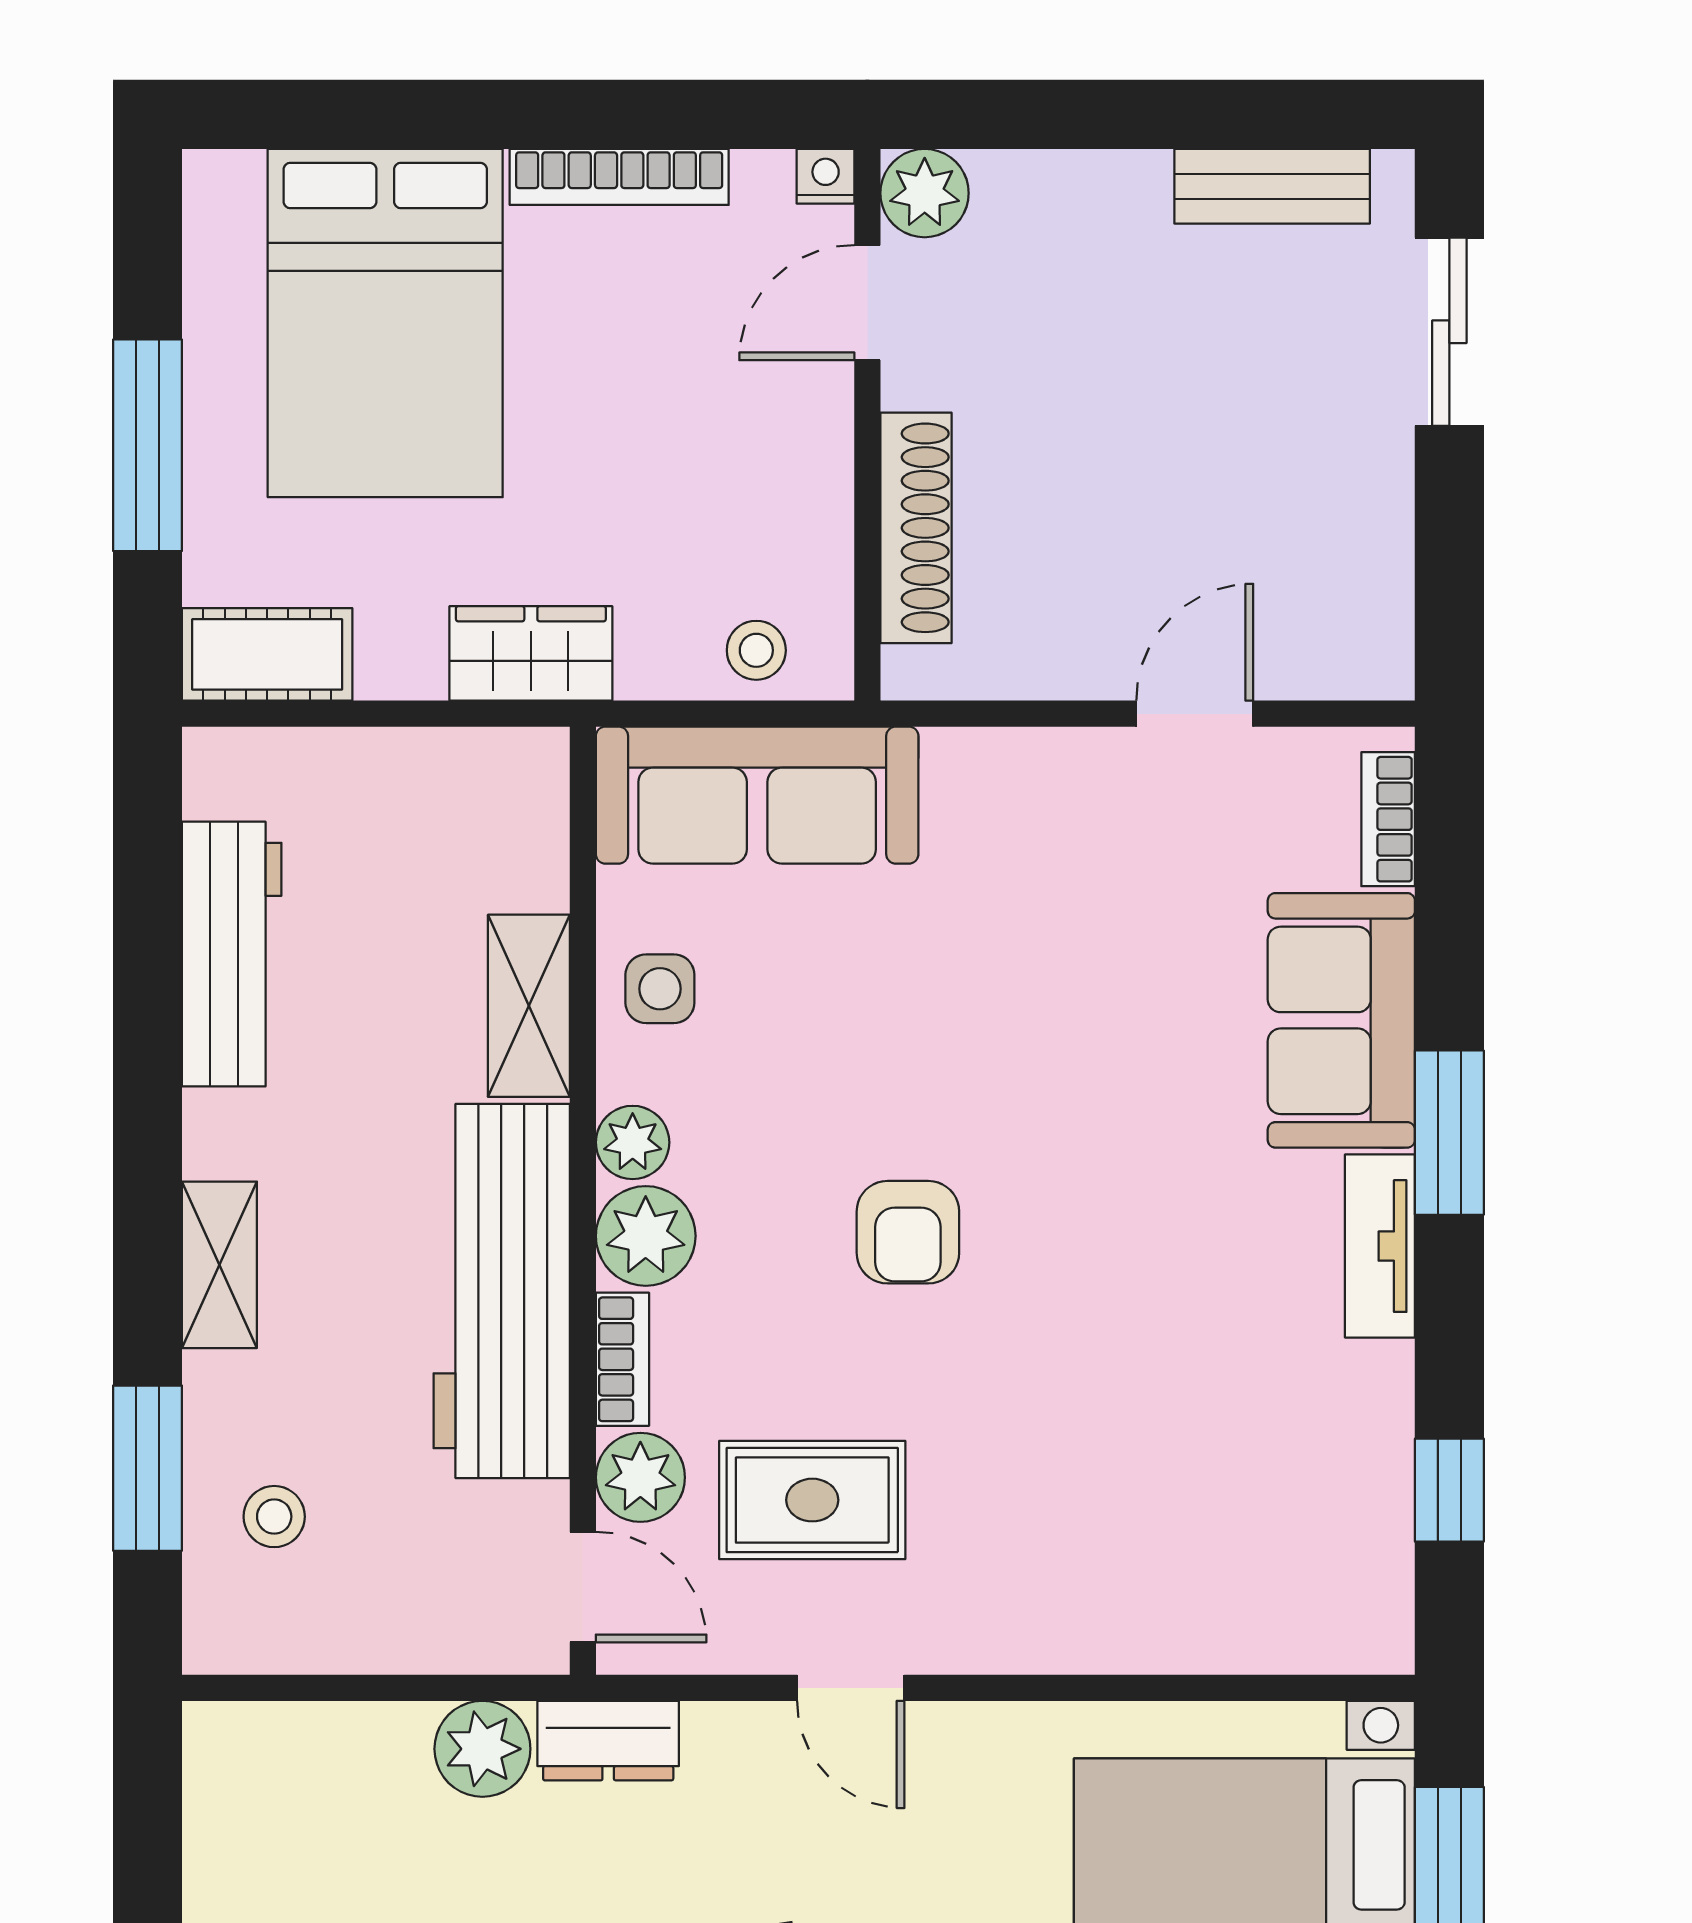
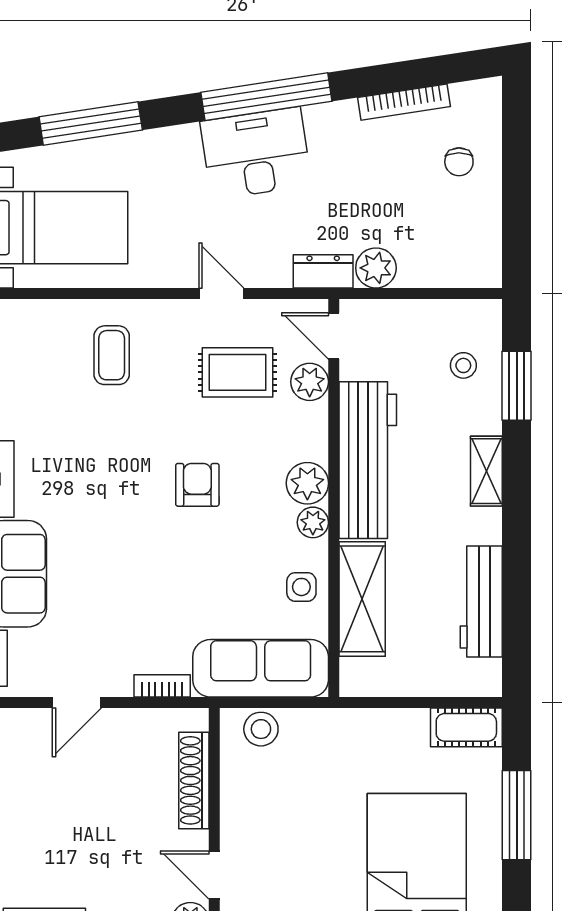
door: (867, 303) -> (214, 875), swing flipped
stool: (756, 650) -> (261, 729), width x1.37, depth x1.37
wardrobe: (531, 653) -> (356, 728), removed
shelving: (529, 1006) -> (362, 599), width x1.50, depth x1.33
bookcase: (622, 1359) -> (162, 686), moved, turned 90
coffee table: (1112, 1541) -> (112, 355), added

